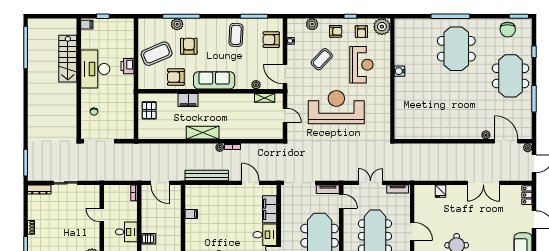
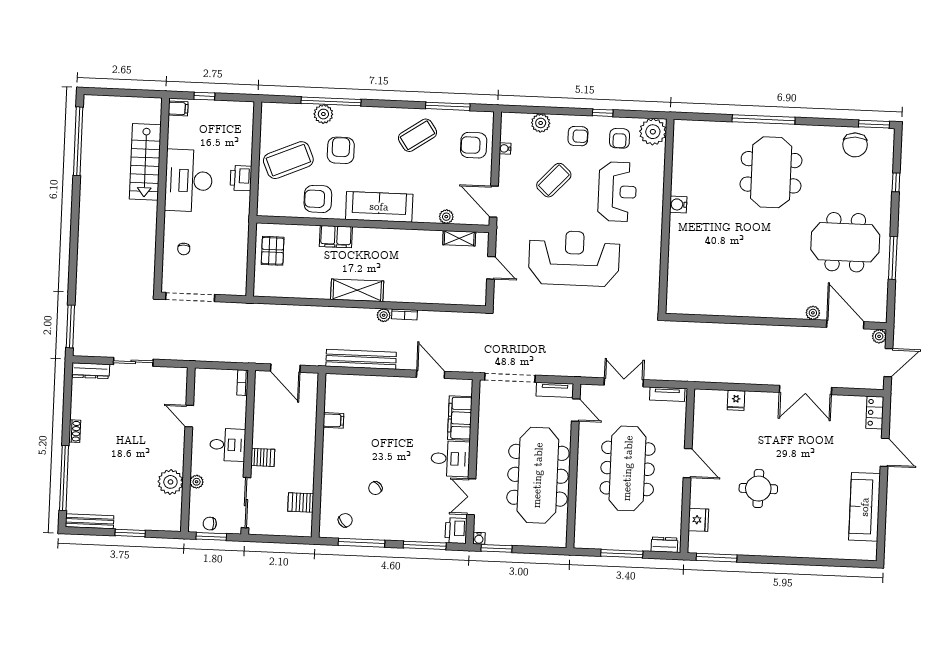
coffee table: (236, 35) -> (417, 135), turned 53
meeting table: (511, 76) -> (845, 242), moved, turned 90

